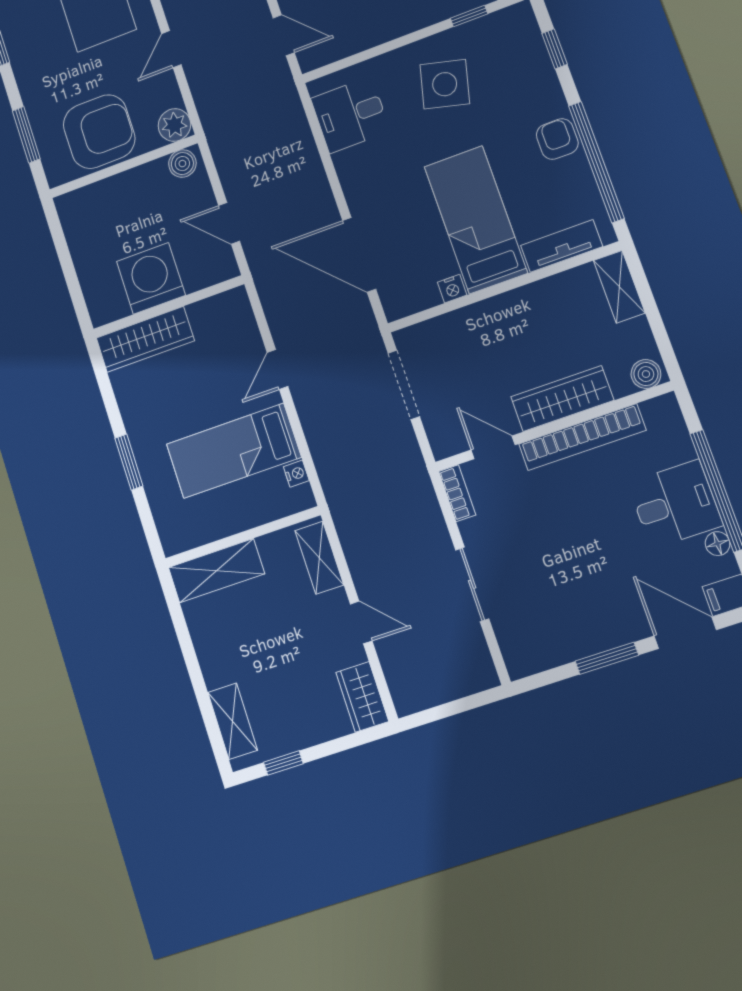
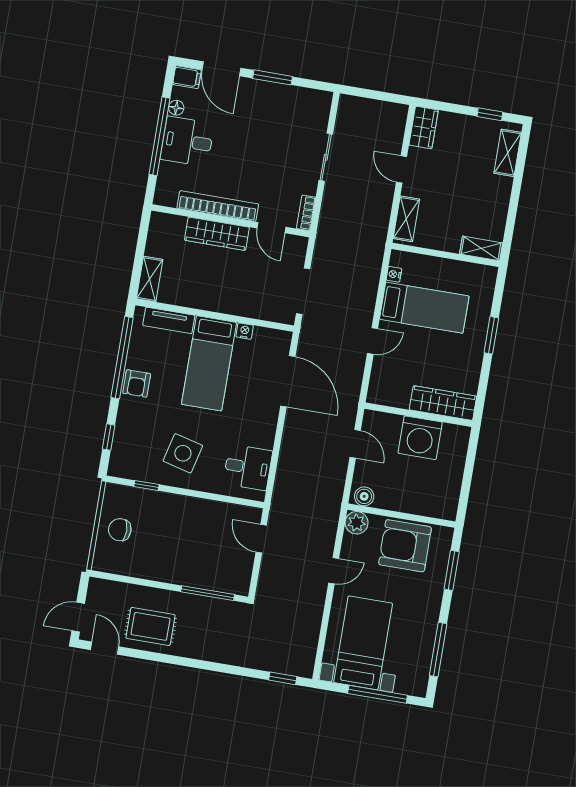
boiler: (646, 374) -> (162, 222), removed
shelving: (216, 571) -> (481, 248), width x0.67, depth x0.75

